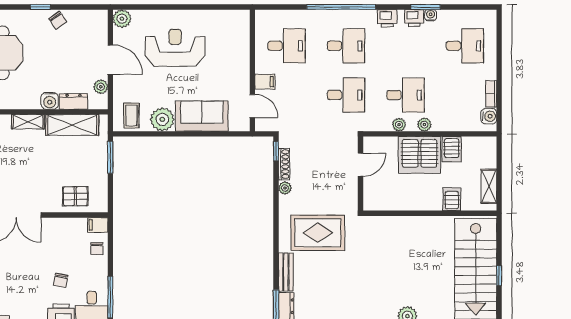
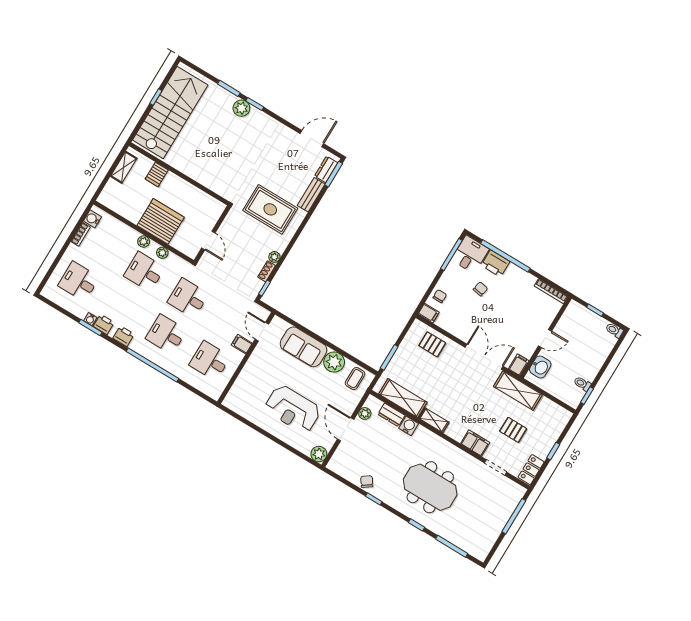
server rack: (452, 149) -> (134, 211), removed
shoe rack: (284, 164) -> (267, 271), width x0.70
door: (361, 165) -> (208, 240), swing flipped

